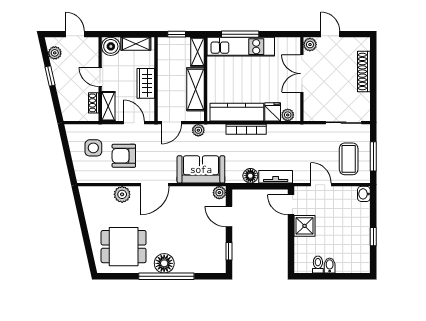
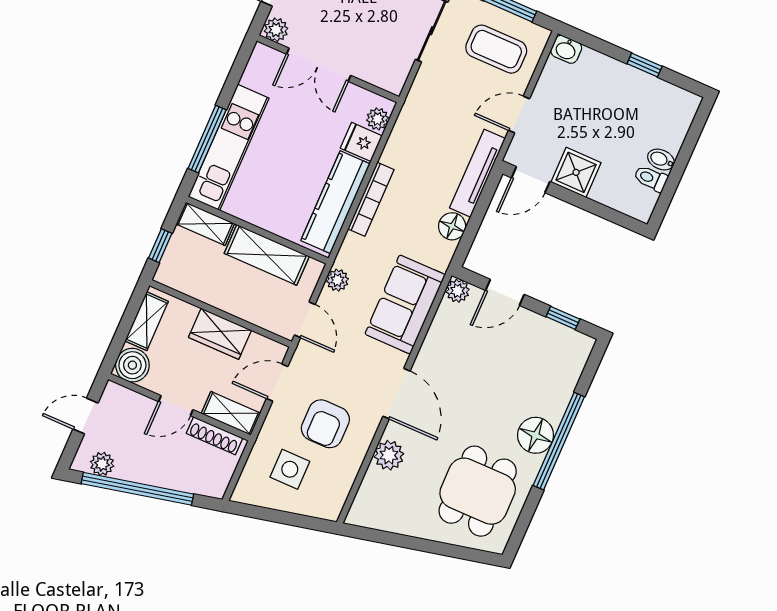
window: (50, 76) -> (137, 489), width x3.17
shoe rack: (94, 103) -> (215, 436), width x1.43
tv unit: (276, 177) -> (477, 173), width x1.41

